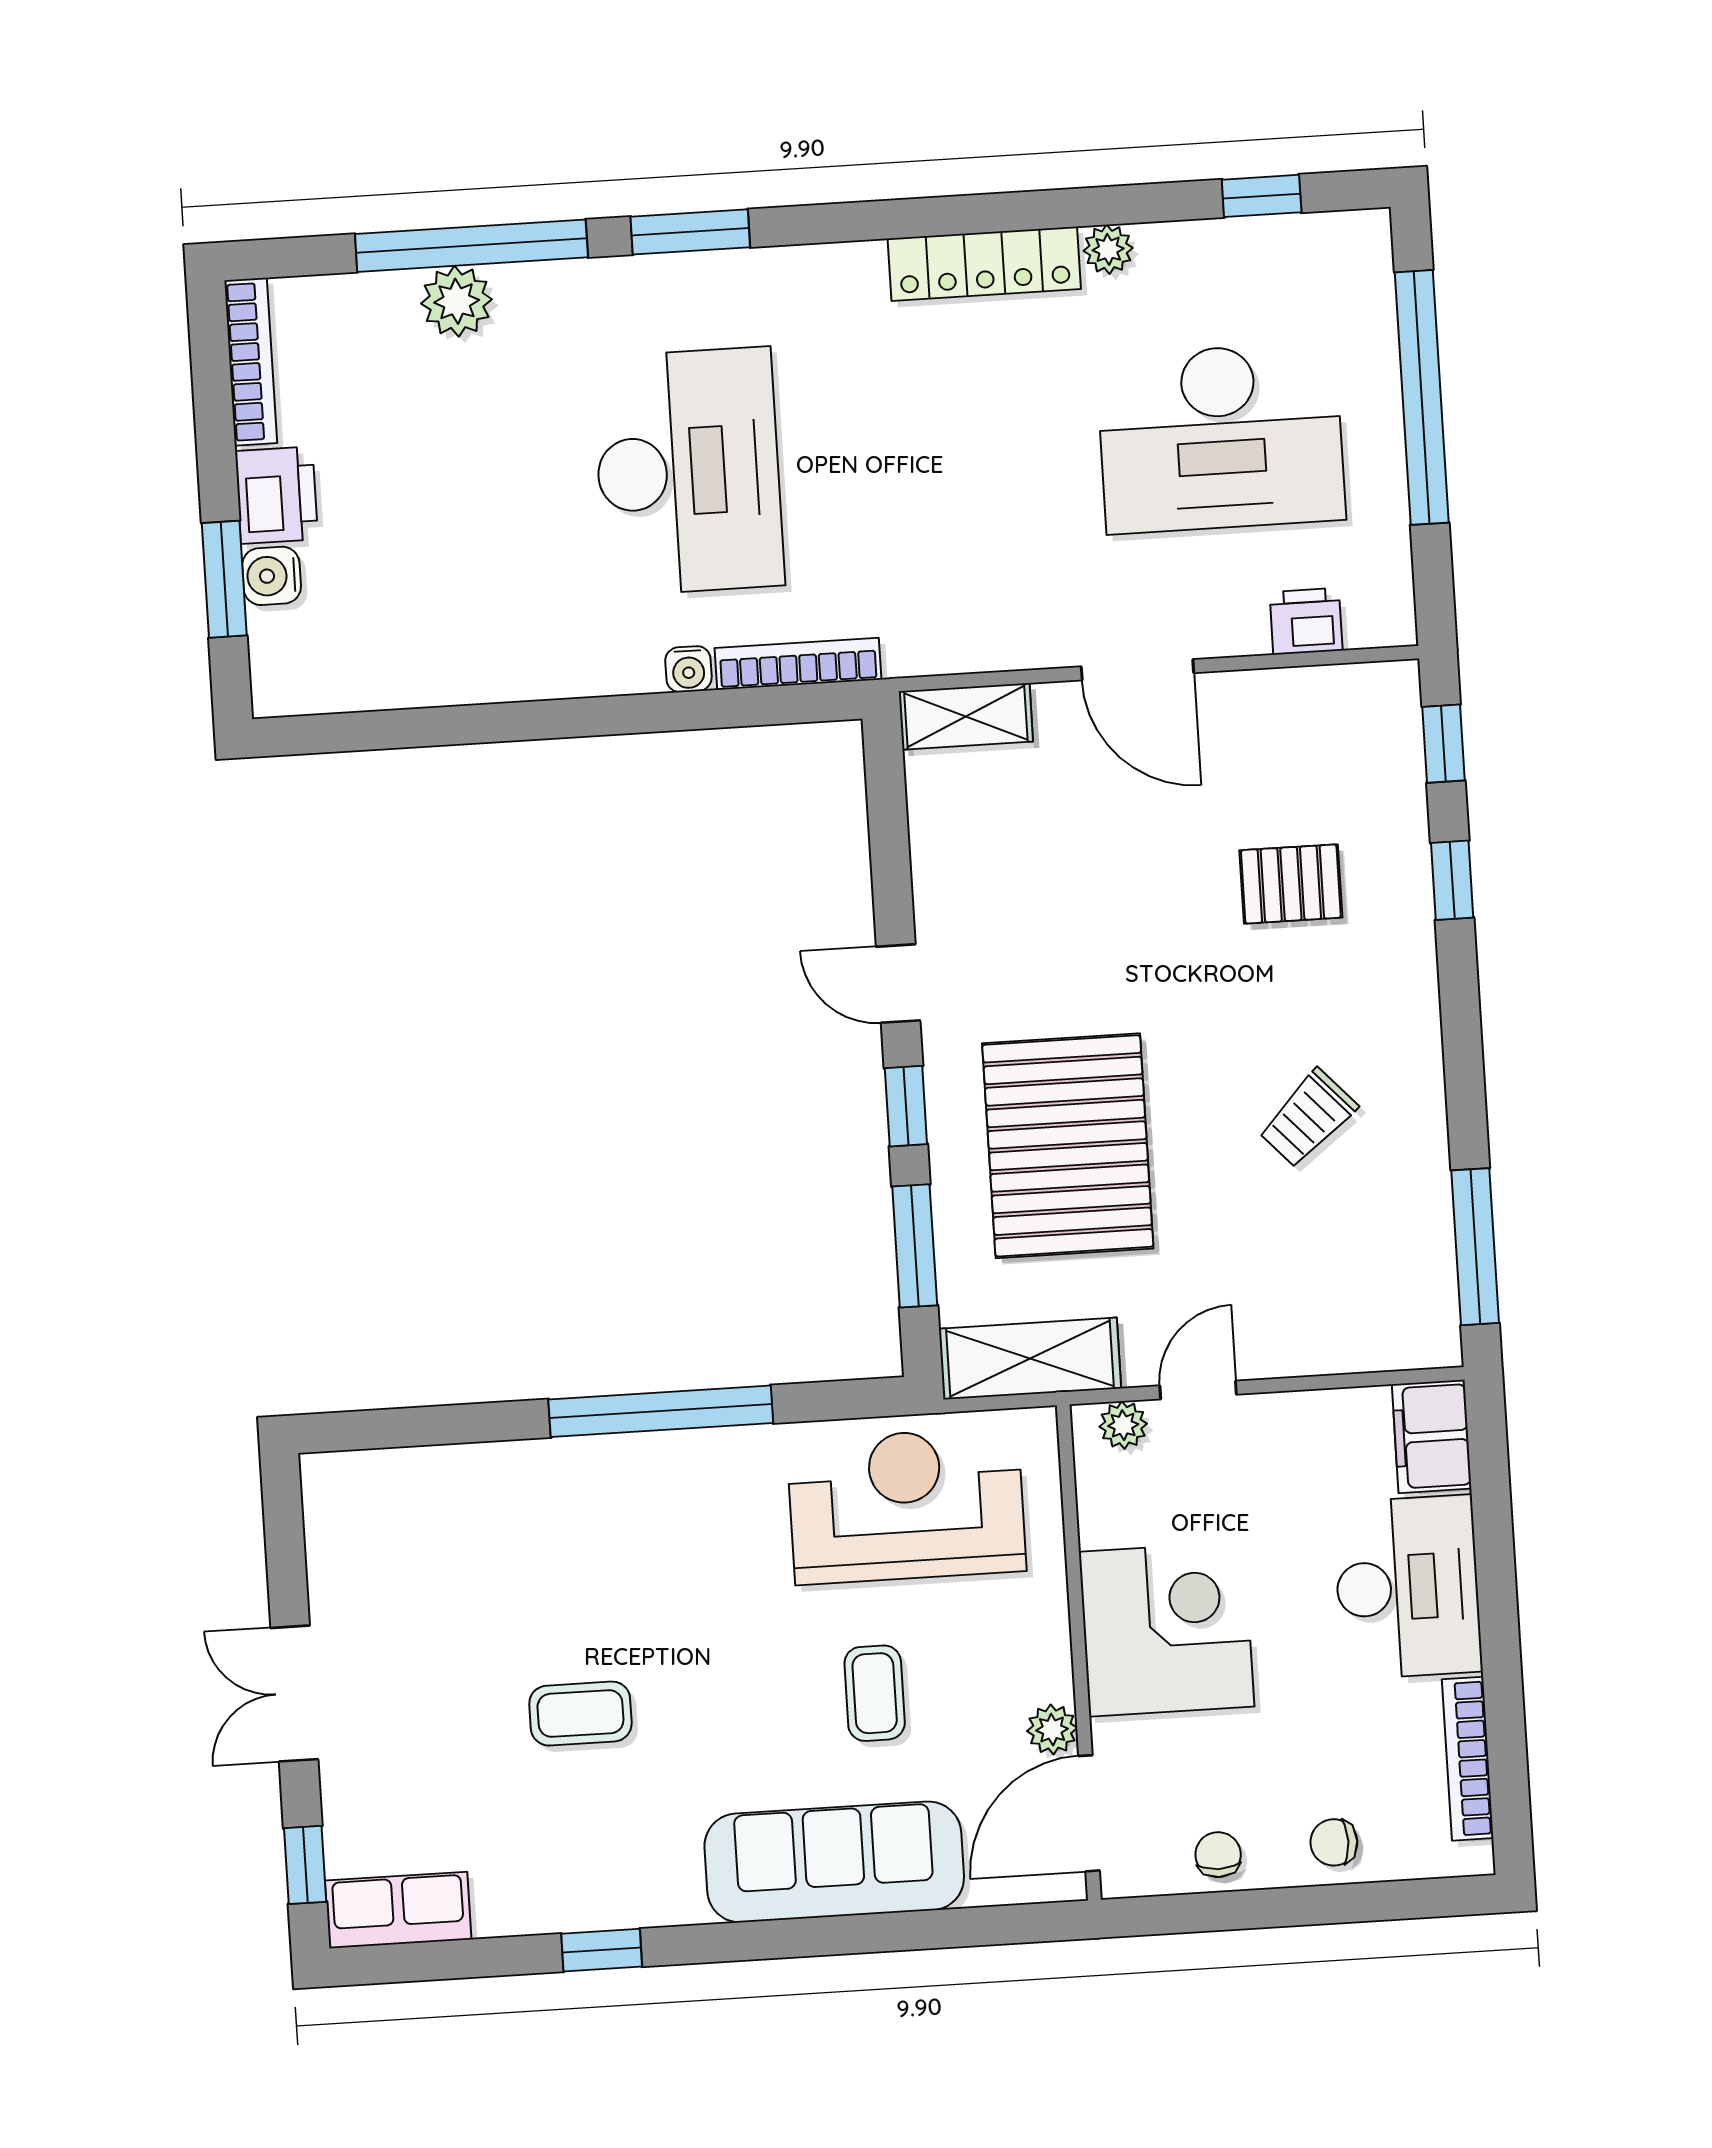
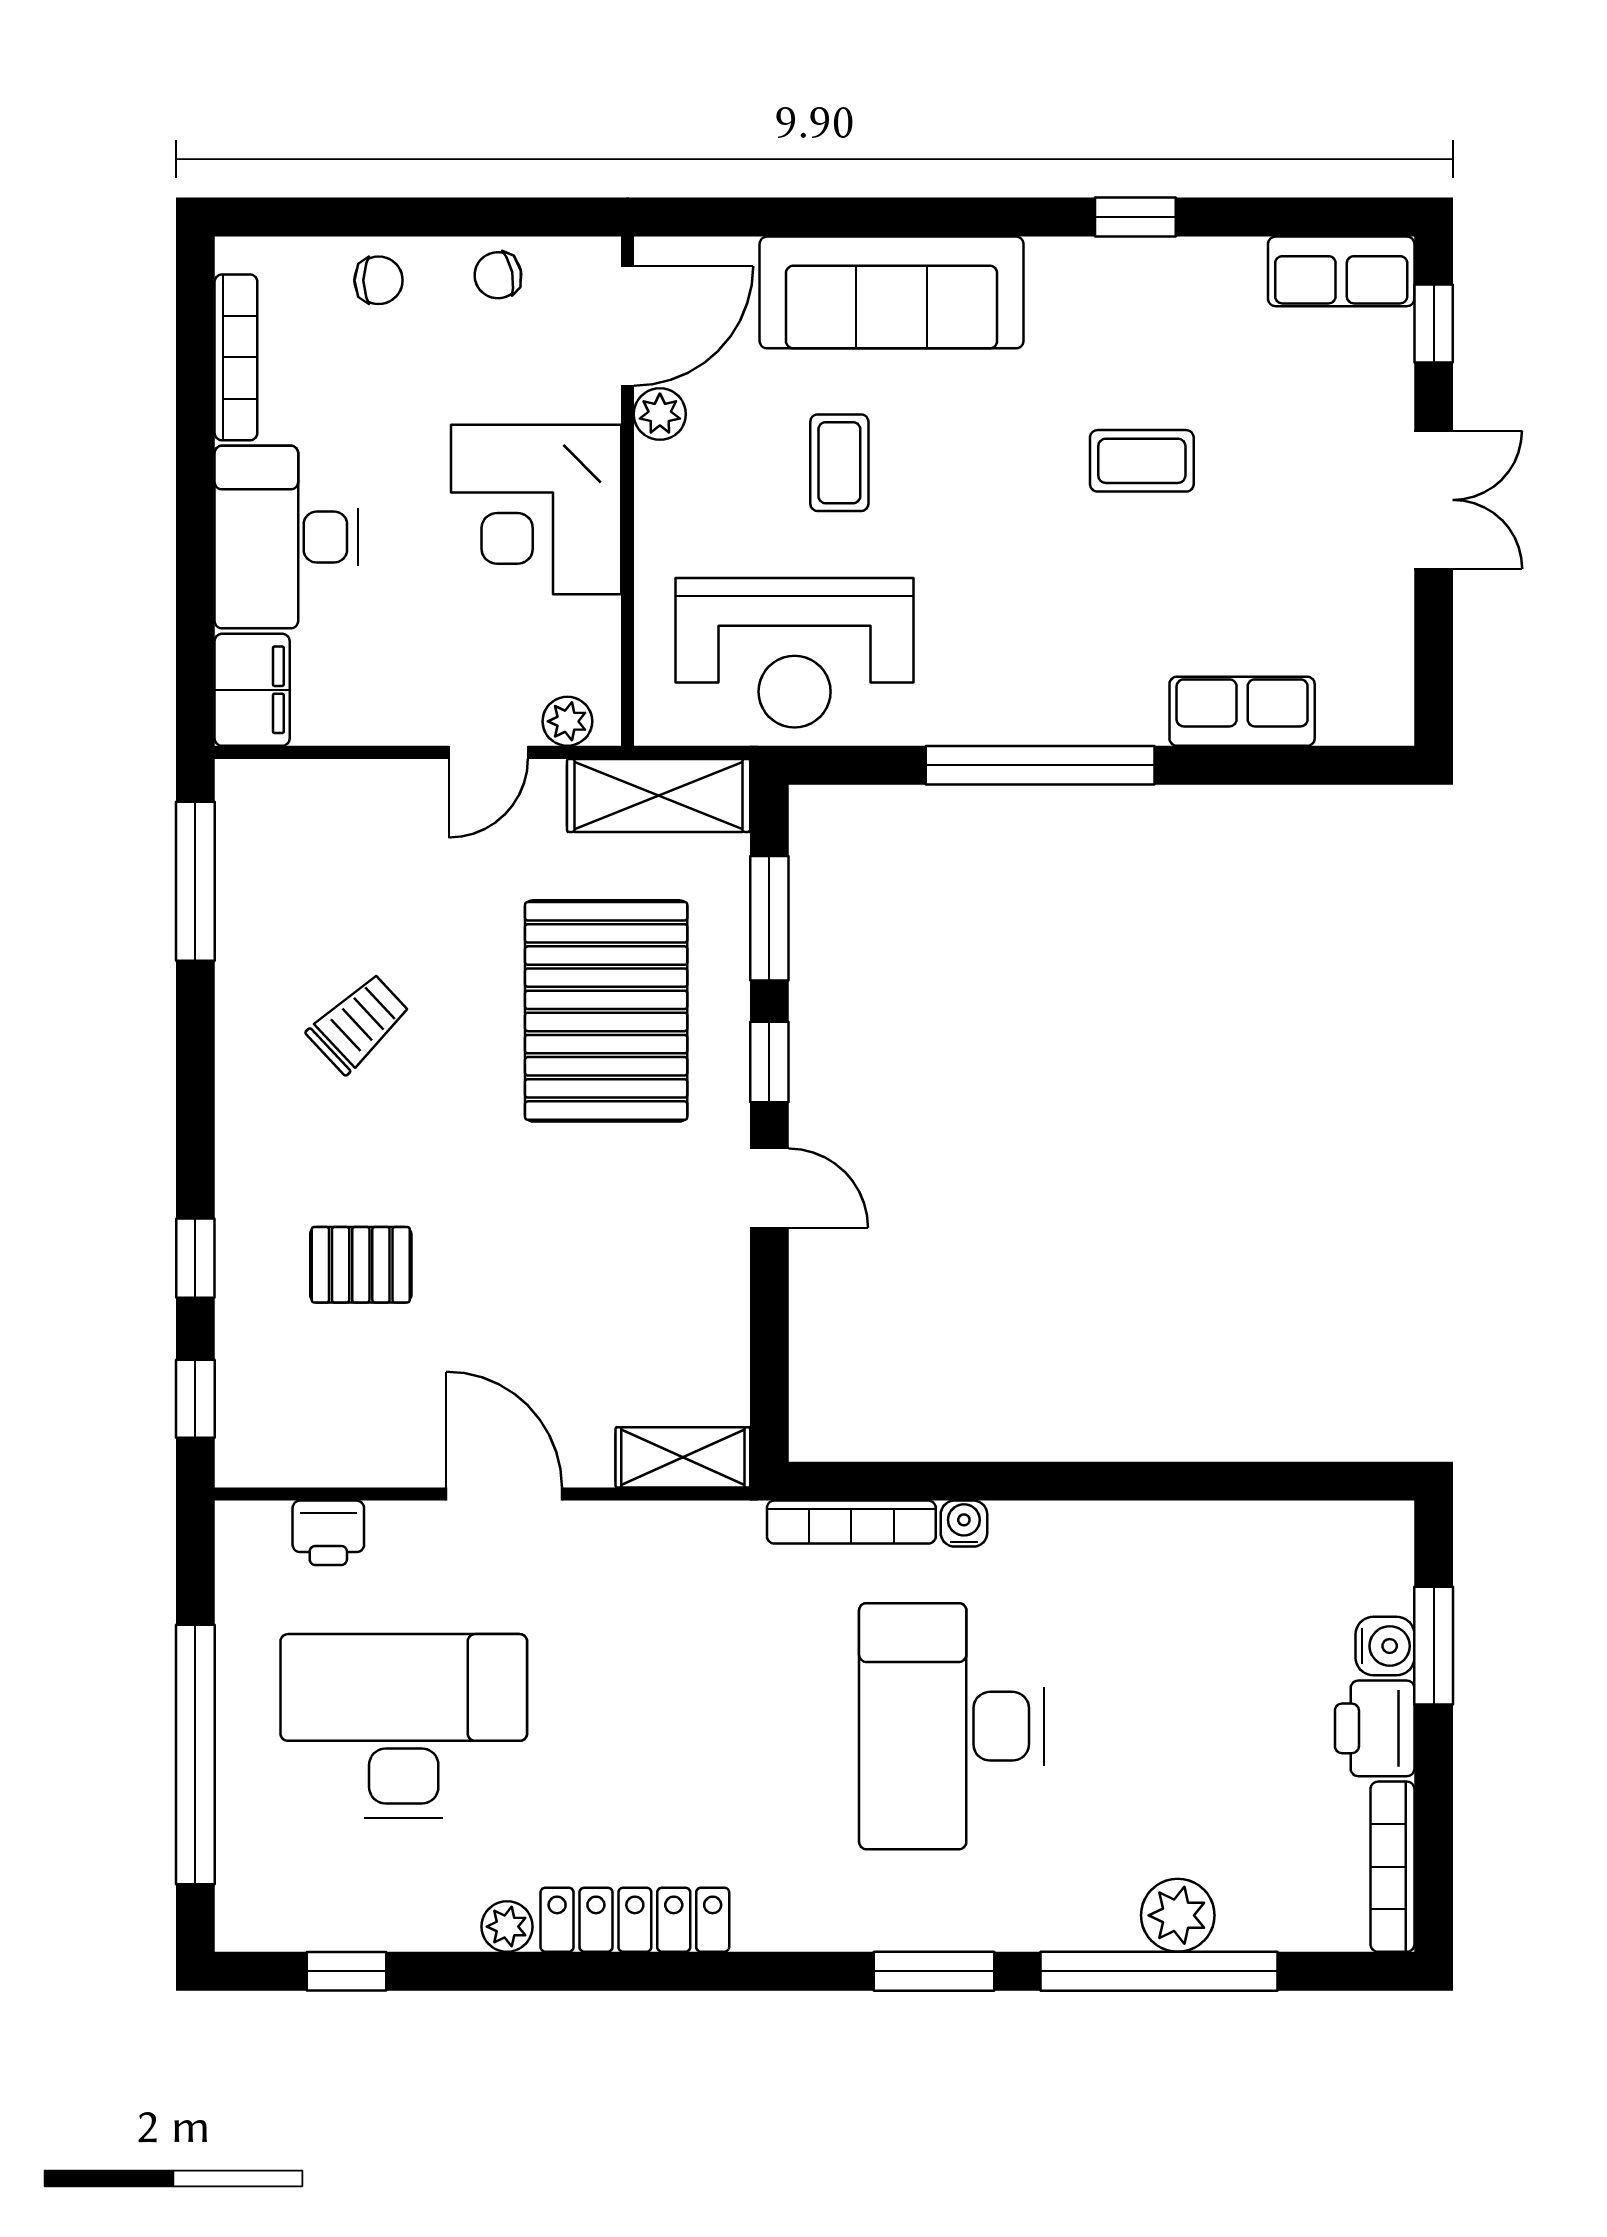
row of seats: (468, 1476) -> (1242, 711), added
chair: (1218, 1855) -> (498, 275), turned 78

